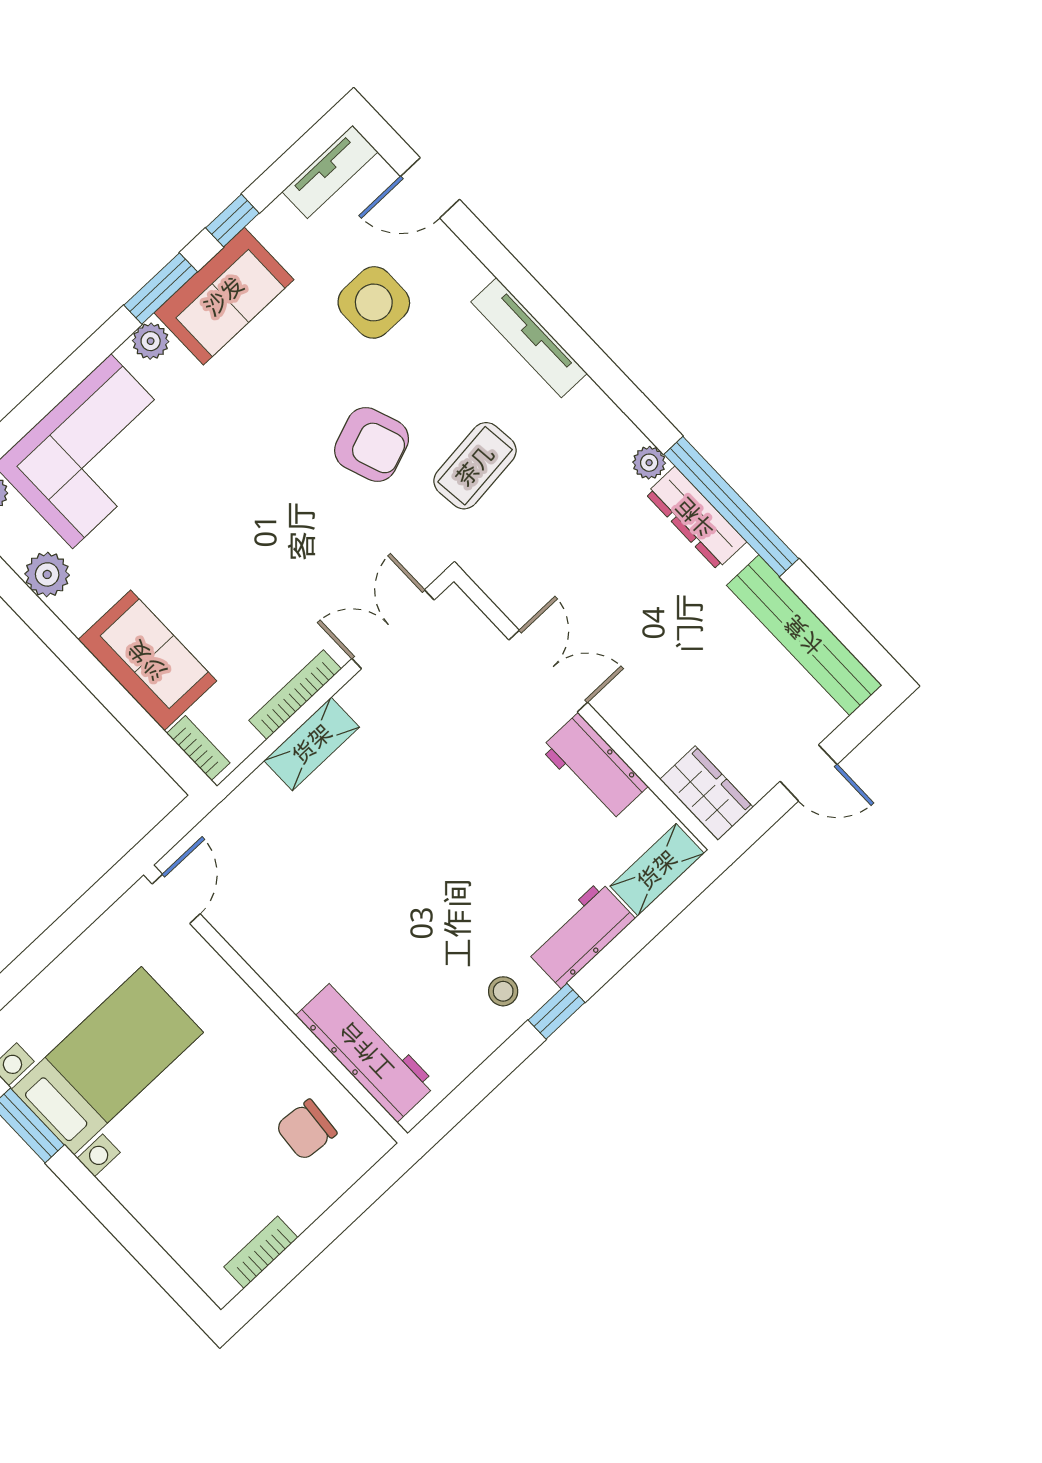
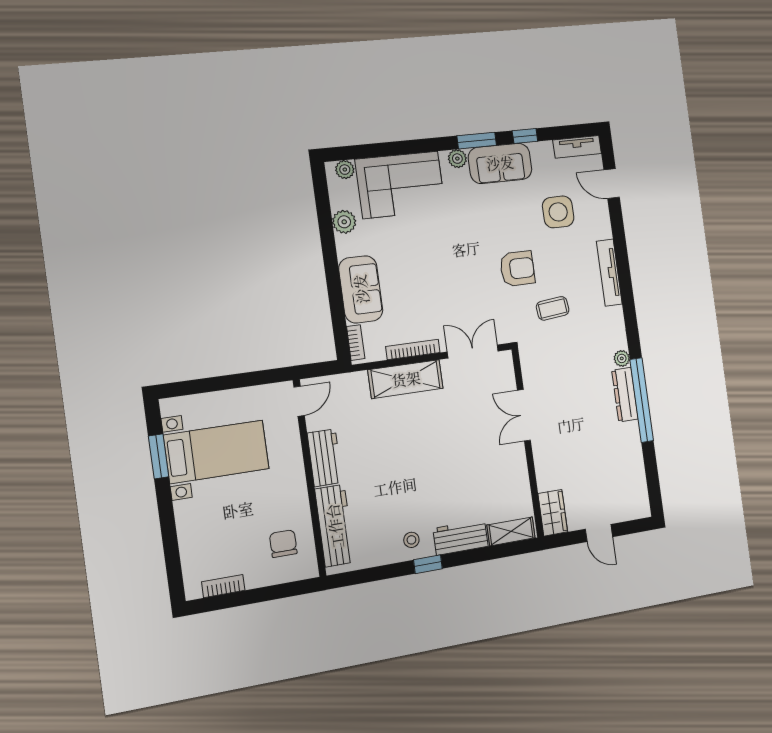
armchair: (372, 444) -> (517, 269), turned -70
coffee table: (475, 466) -> (553, 308), width x0.73, depth x0.77
bench: (804, 635) -> (635, 474), removed
double door: (548, 671) -> (524, 415), swing flipped
shelving: (312, 744) -> (406, 379), width x1.50, depth x1.33
workbench: (594, 767) -> (325, 458), moved, turned 180
chair: (306, 1130) -> (283, 544), turned 85

